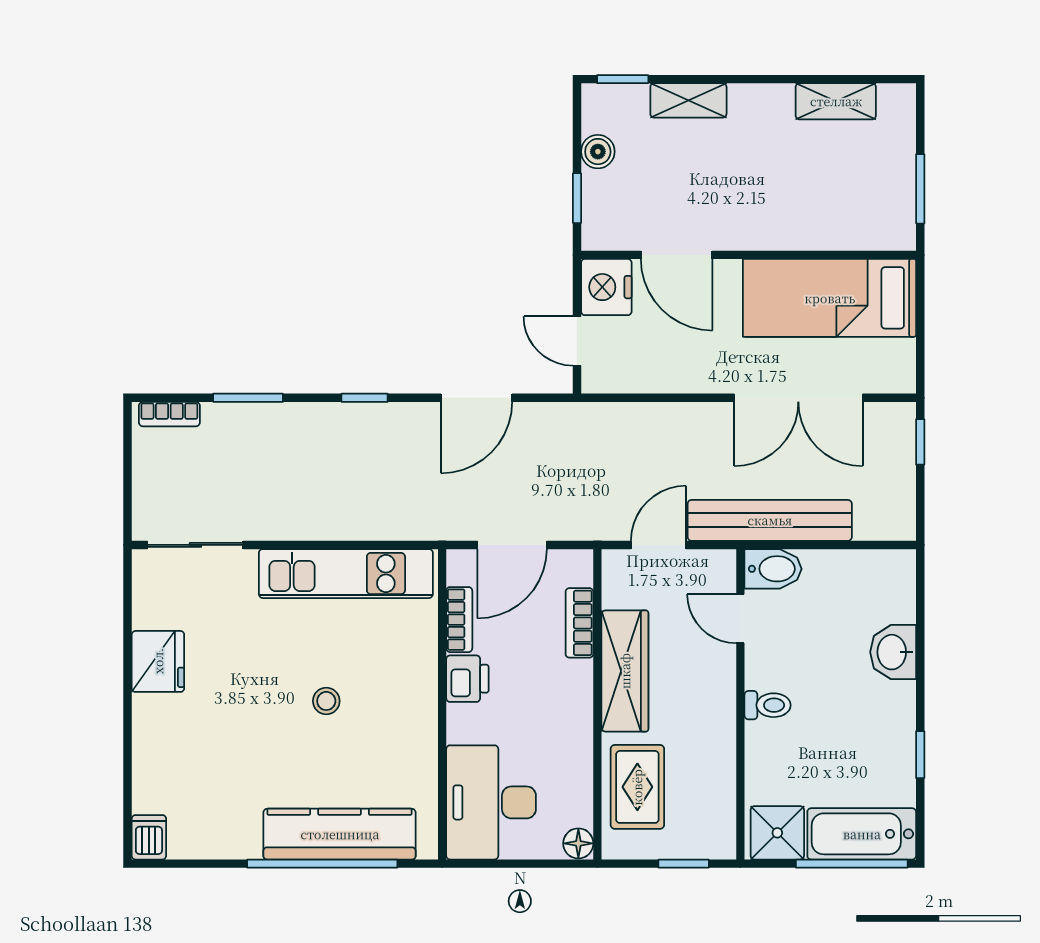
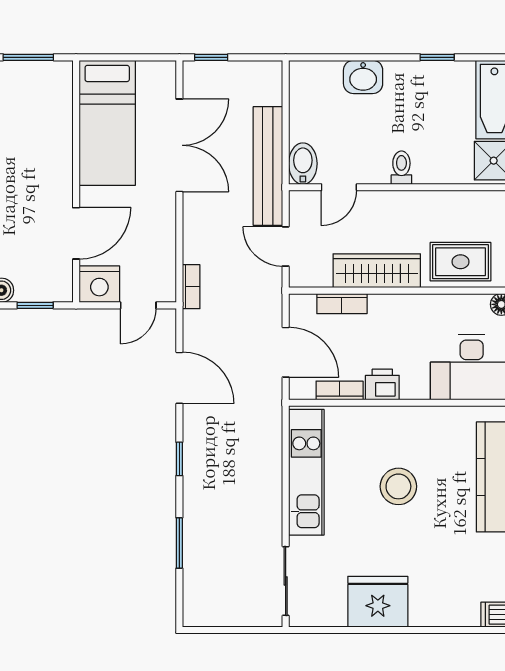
bookcase: (169, 414) -> (191, 287), moved
fridge: (158, 661) -> (378, 602), width x1.36, depth x1.34
stool: (326, 701) -> (398, 486), width x1.89, depth x1.89

